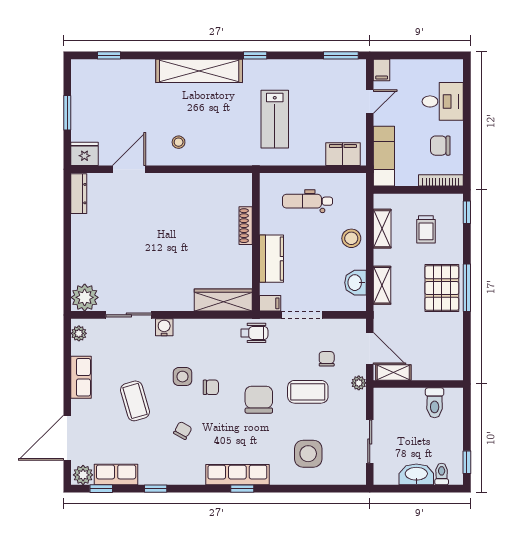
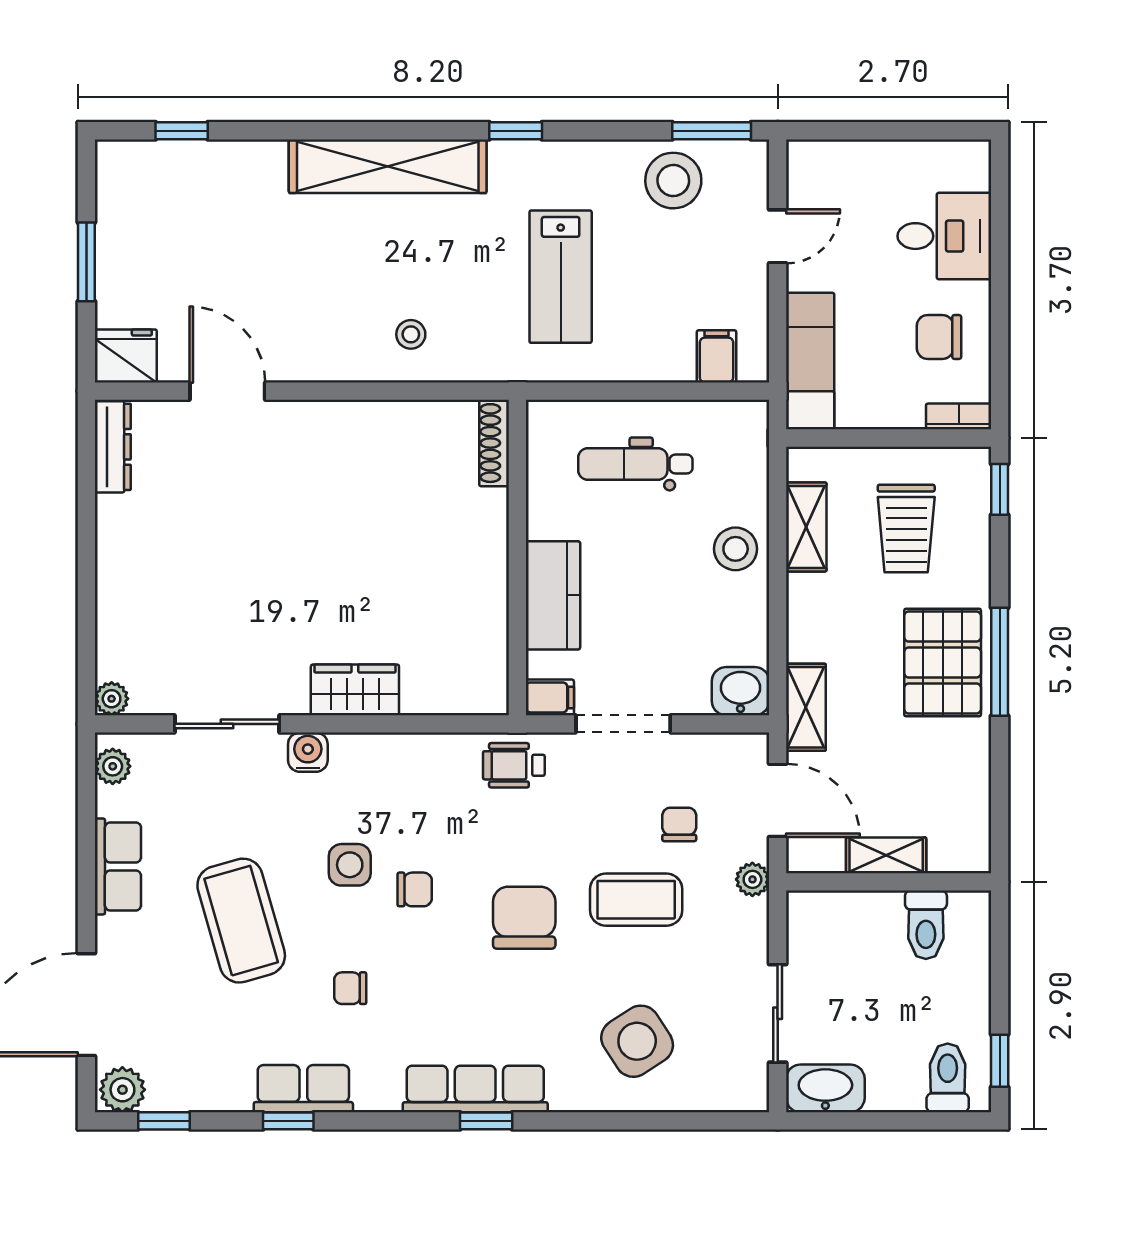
filing cabinet: (382, 70) -> (805, 164), removed
stool: (324, 77) -> (673, 181), added
stool: (179, 142) -> (411, 334), moved
filing cabinet: (343, 154) -> (717, 356), width x0.50
door: (129, 169) -> (227, 391), hinge flipped
bookcase: (441, 180) -> (959, 416), width x0.64
shoe rack: (246, 226) -> (494, 443), moved
trolley: (426, 229) -> (906, 528), width x1.36, depth x1.39
washbasin: (355, 283) -> (740, 691), moved, turned 90
shelving: (382, 285) -> (806, 707), moved
plant: (85, 297) -> (112, 699), width x0.53, depth x0.53
wardrobe: (223, 300) -> (355, 690), moved, width x0.67
wheelchair: (254, 333) -> (514, 765), turned 180
shelving: (393, 372) -> (886, 855), moved
coffee table: (135, 401) -> (241, 921), width x1.36, depth x1.32
chair: (183, 430) -> (350, 988), turned -119
side table: (308, 454) -> (637, 1041), turned -33
row of seats: (116, 474) -> (303, 1089), moved
washbasin: (416, 474) -> (825, 1088), moved
toilet: (442, 474) -> (948, 1078), width x1.37, depth x1.39

